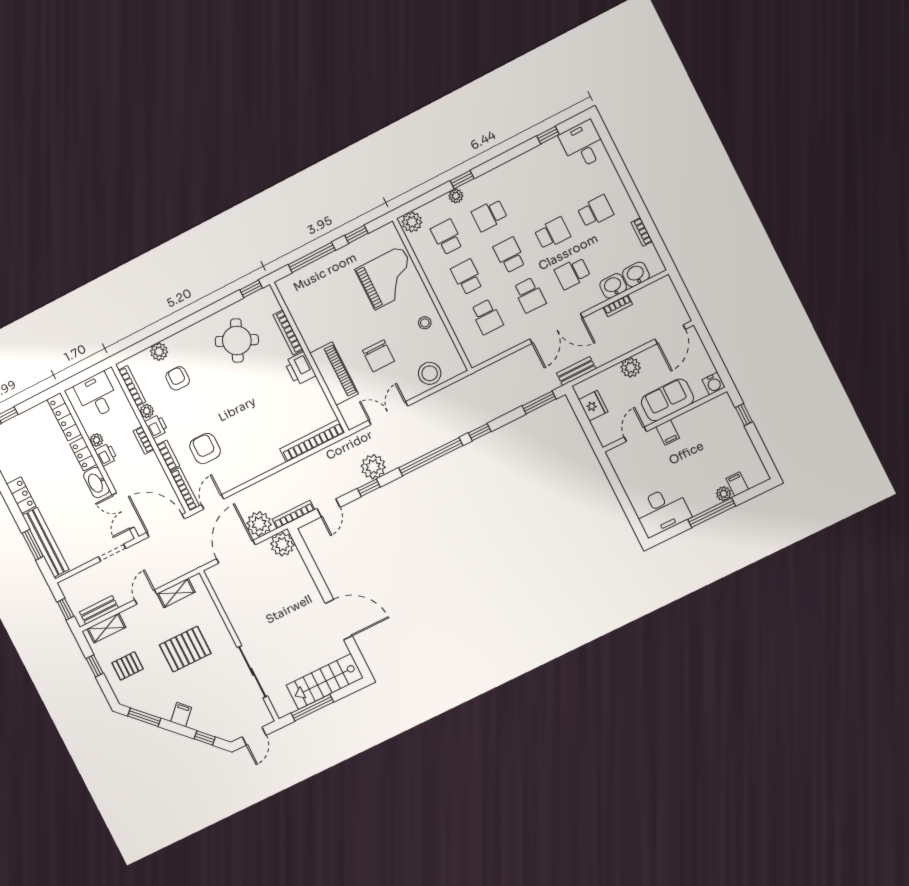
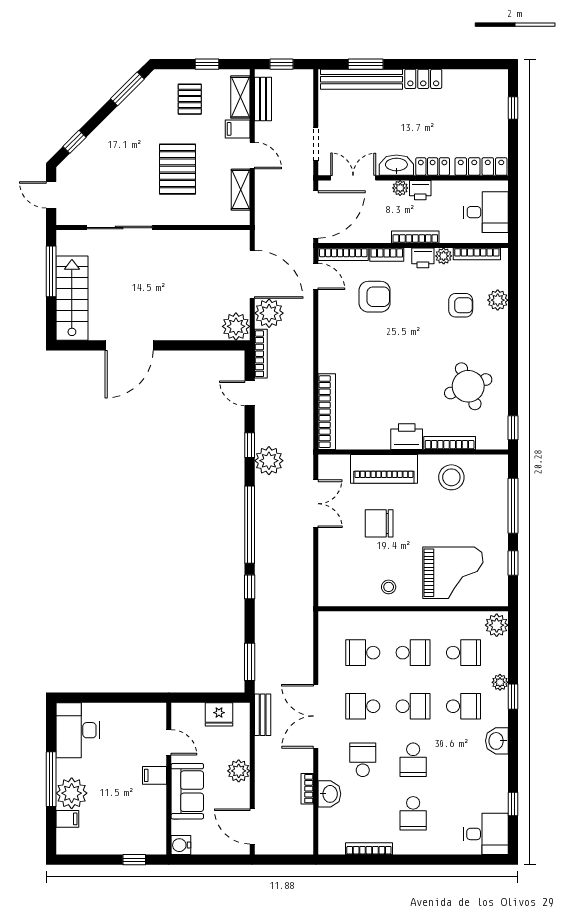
school desk: (489, 215) -> (463, 706), turned 90
bookcase: (642, 232) -> (369, 849), width x1.56
washbasin: (636, 274) -> (497, 741), moved, turned 180
grand piano: (388, 278) -> (453, 573), turned -90
round table: (237, 341) -> (468, 386), turned 45
stool: (430, 373) -> (451, 477), moved
plant: (97, 440) -> (400, 188), moved
bookcase: (143, 440) -> (415, 237), width x1.56
plant: (724, 494) -> (72, 793), width x1.88, depth x1.88
filing cabinet: (181, 715) -> (238, 129), moved, turned 135

